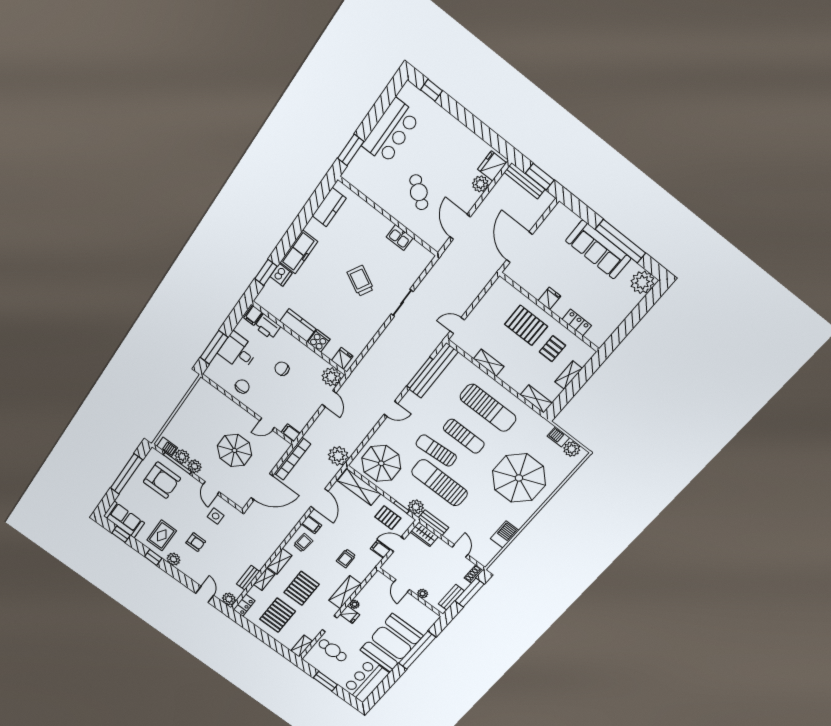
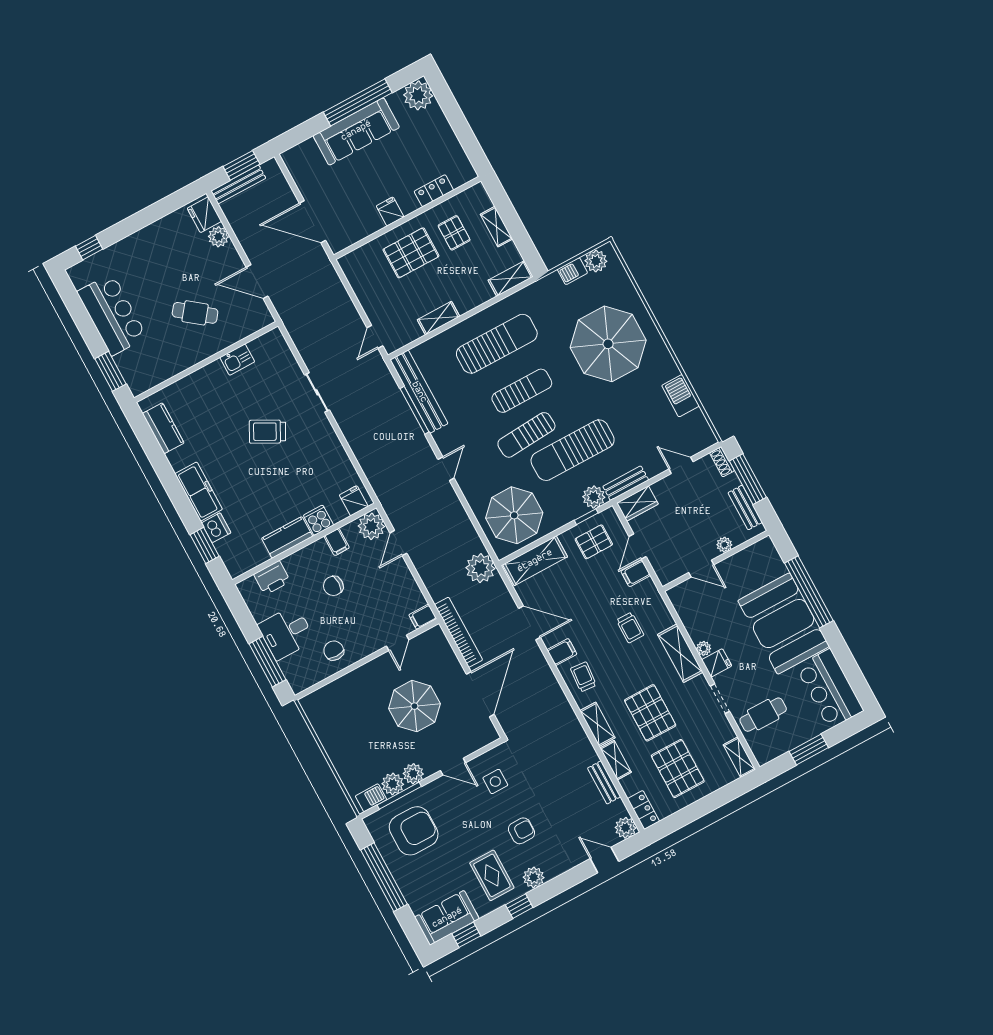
filing cabinet: (253, 315) -> (337, 542), moved
door: (329, 399) -> (398, 543), swing flipped

